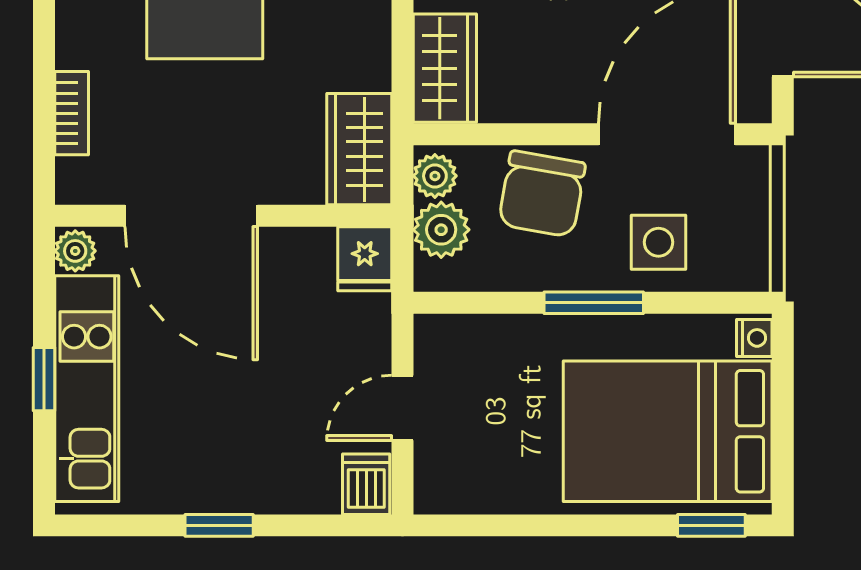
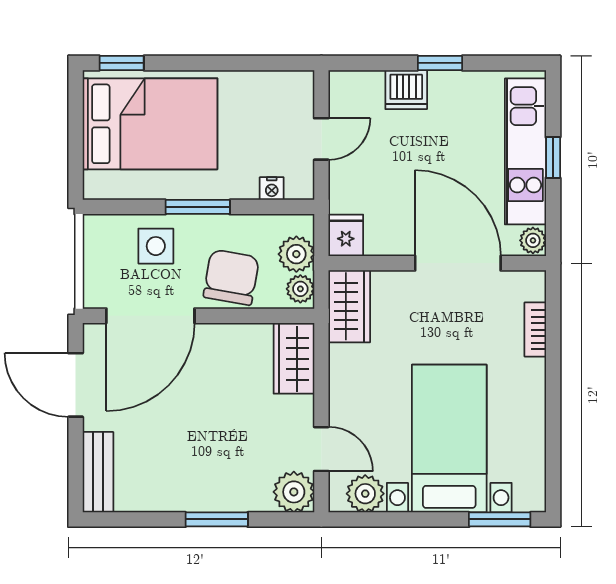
nightstand: (754, 338) -> (272, 189), moved, turned -90
dishwasher: (366, 484) -> (406, 90), moved, width x1.38

